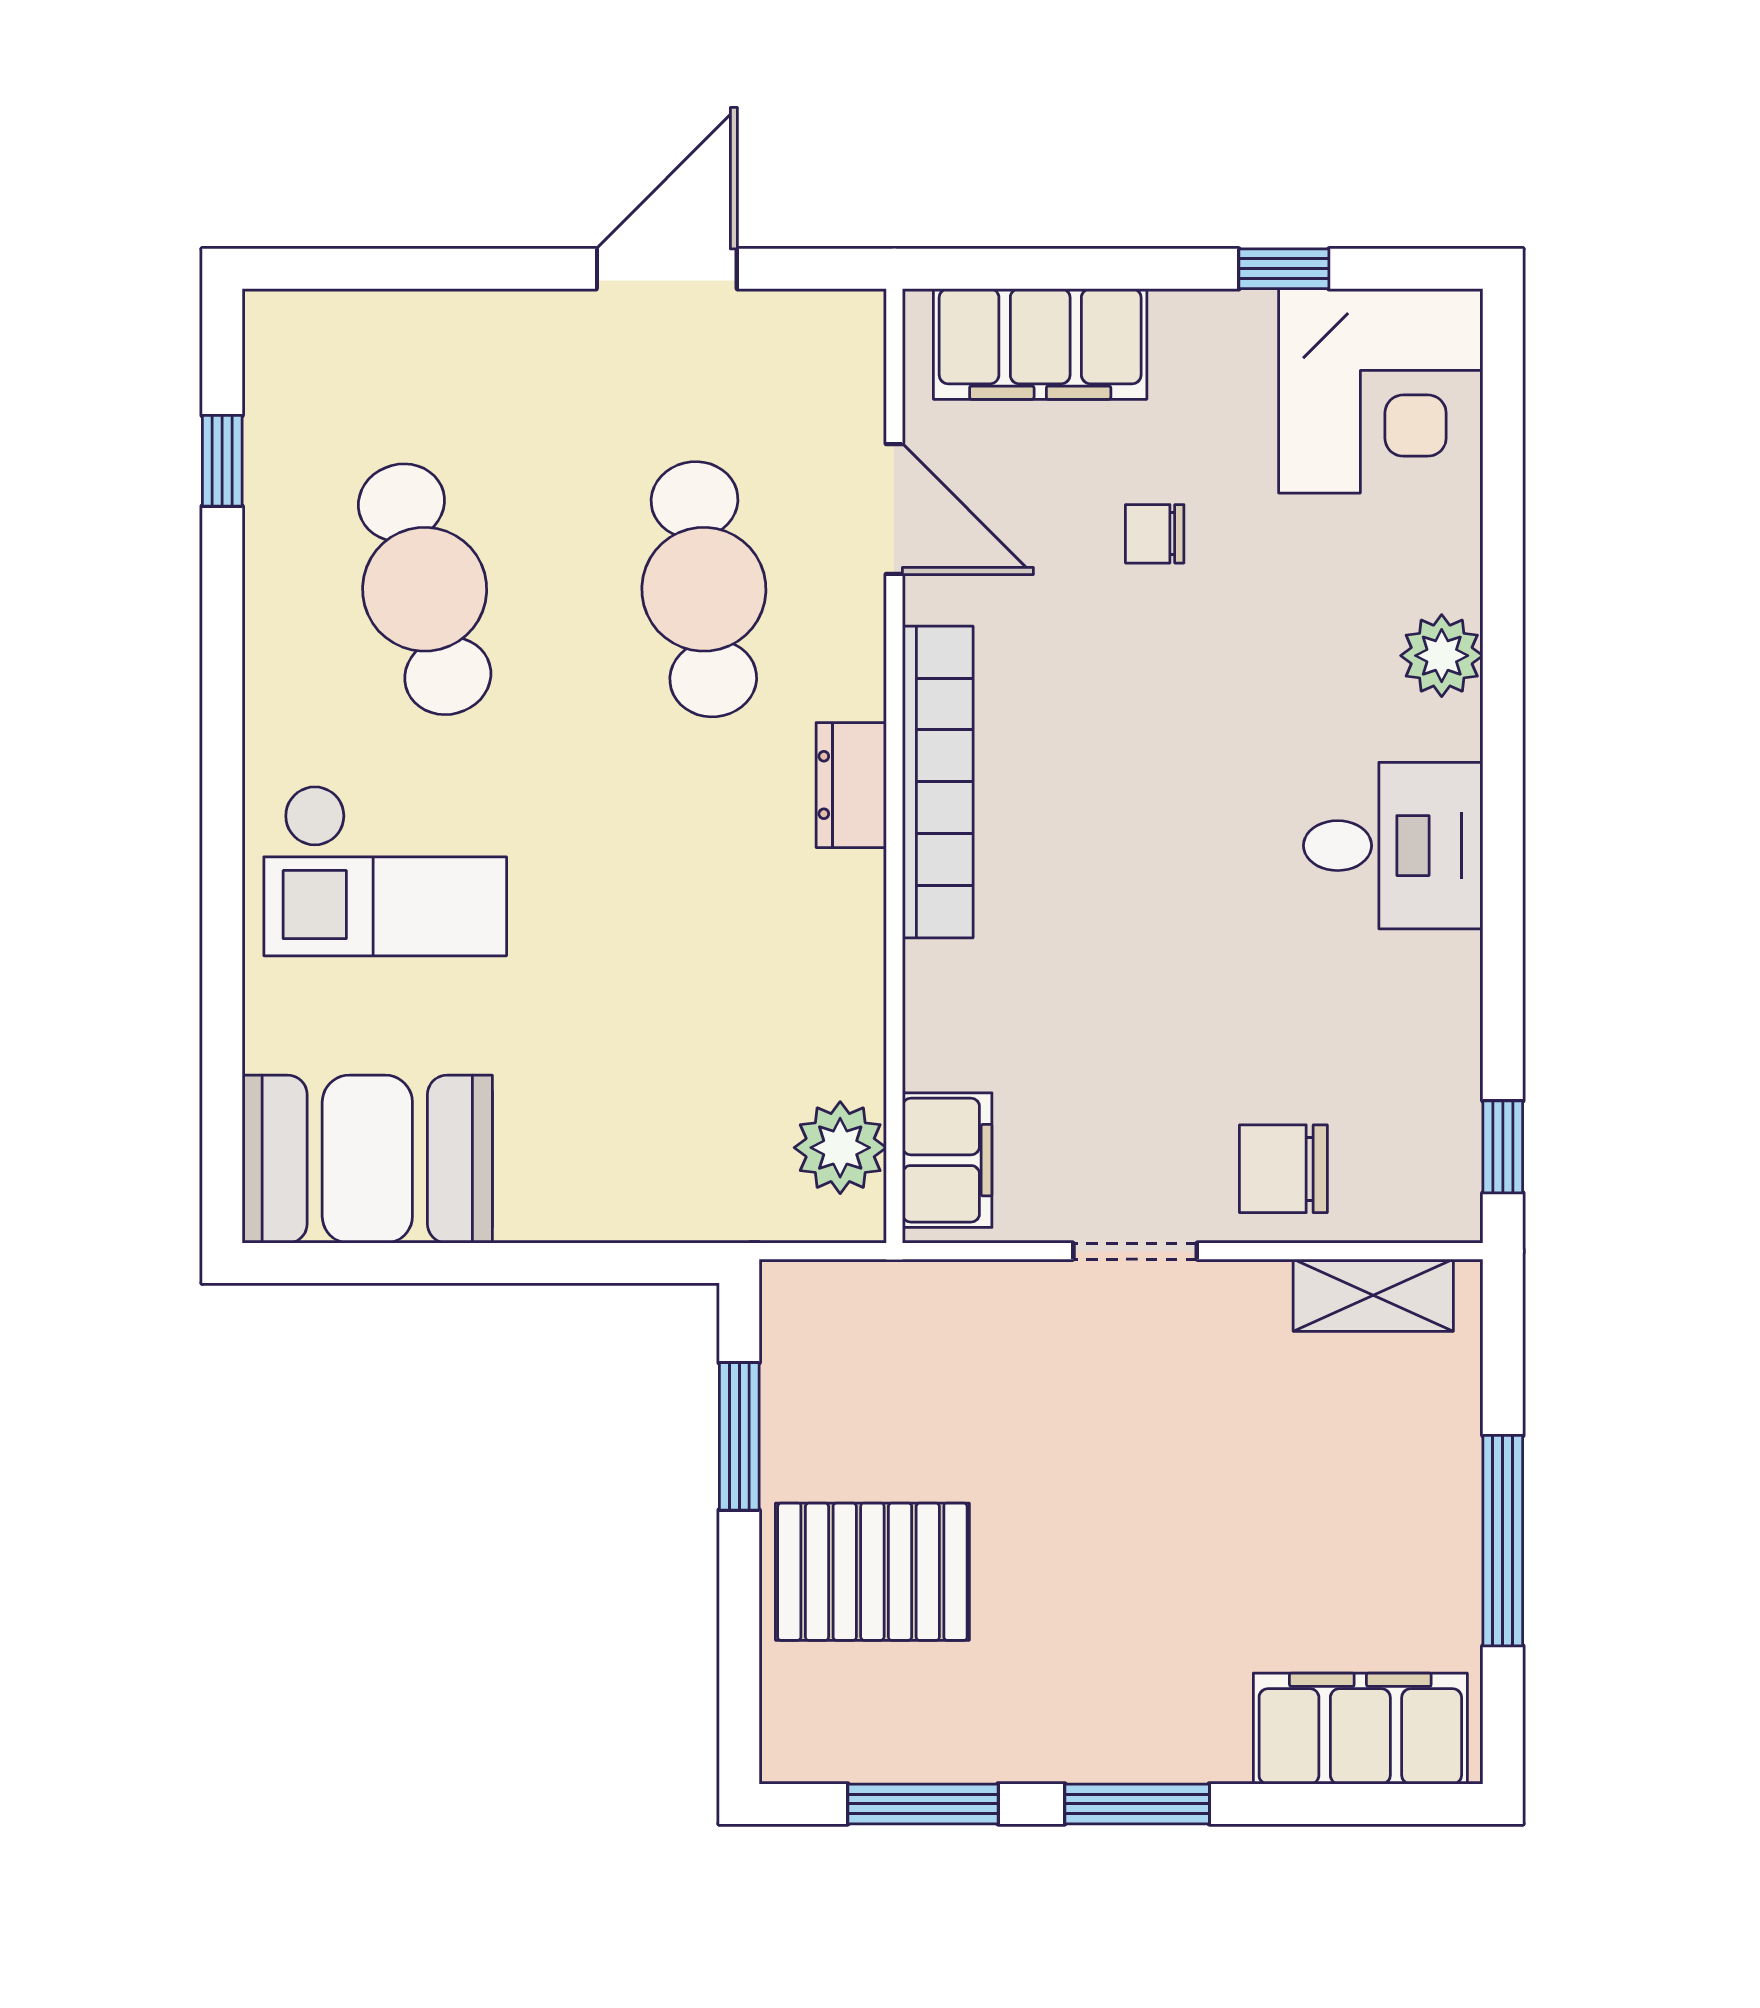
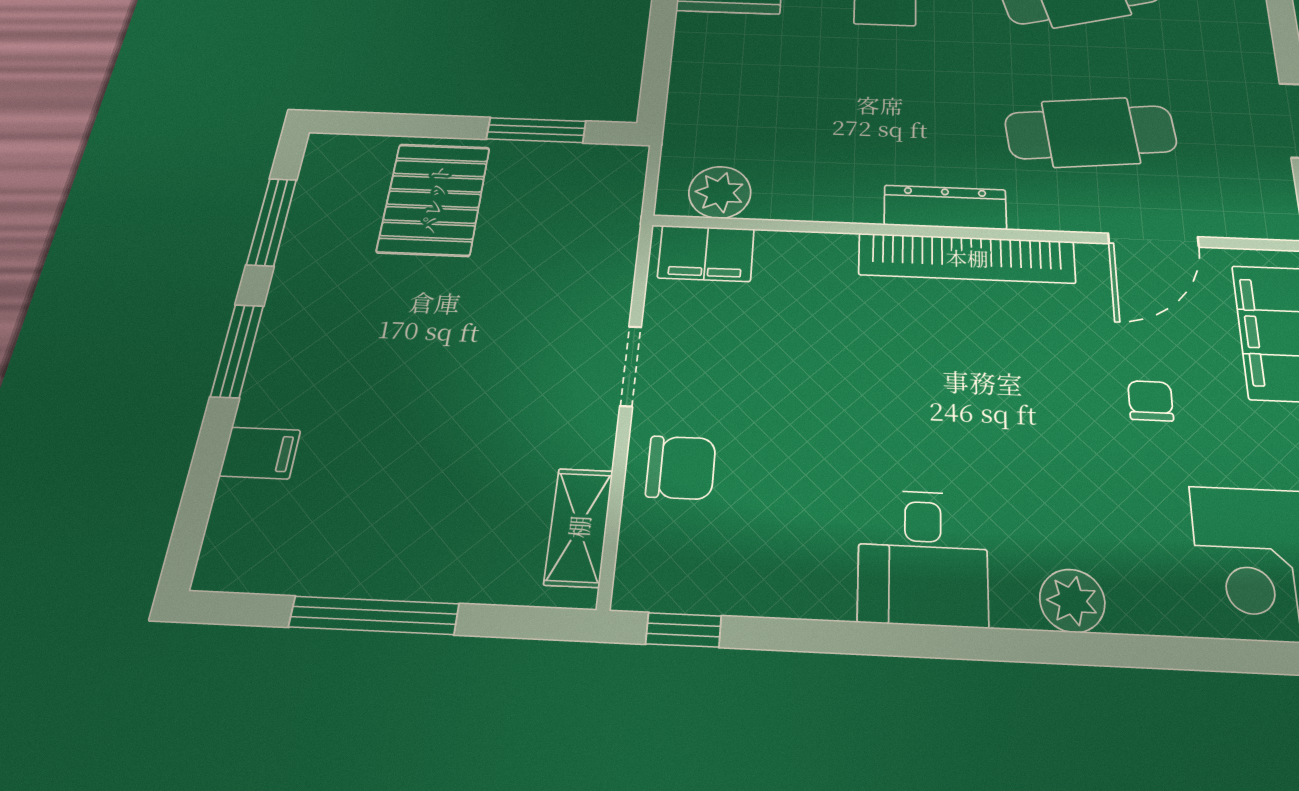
dresser: (851, 785) -> (945, 207), width x1.44
chair: (1283, 1169) -> (681, 468), turned 90
filing cabinet: (1360, 1729) -> (260, 453), width x0.33, depth x0.86

